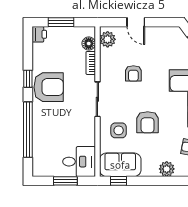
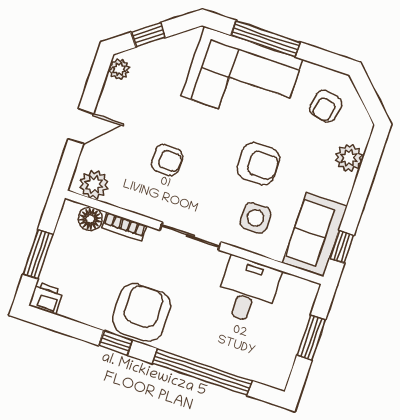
plant: (173, 32) -> (119, 69), added
desk: (79, 162) -> (248, 290), moved

